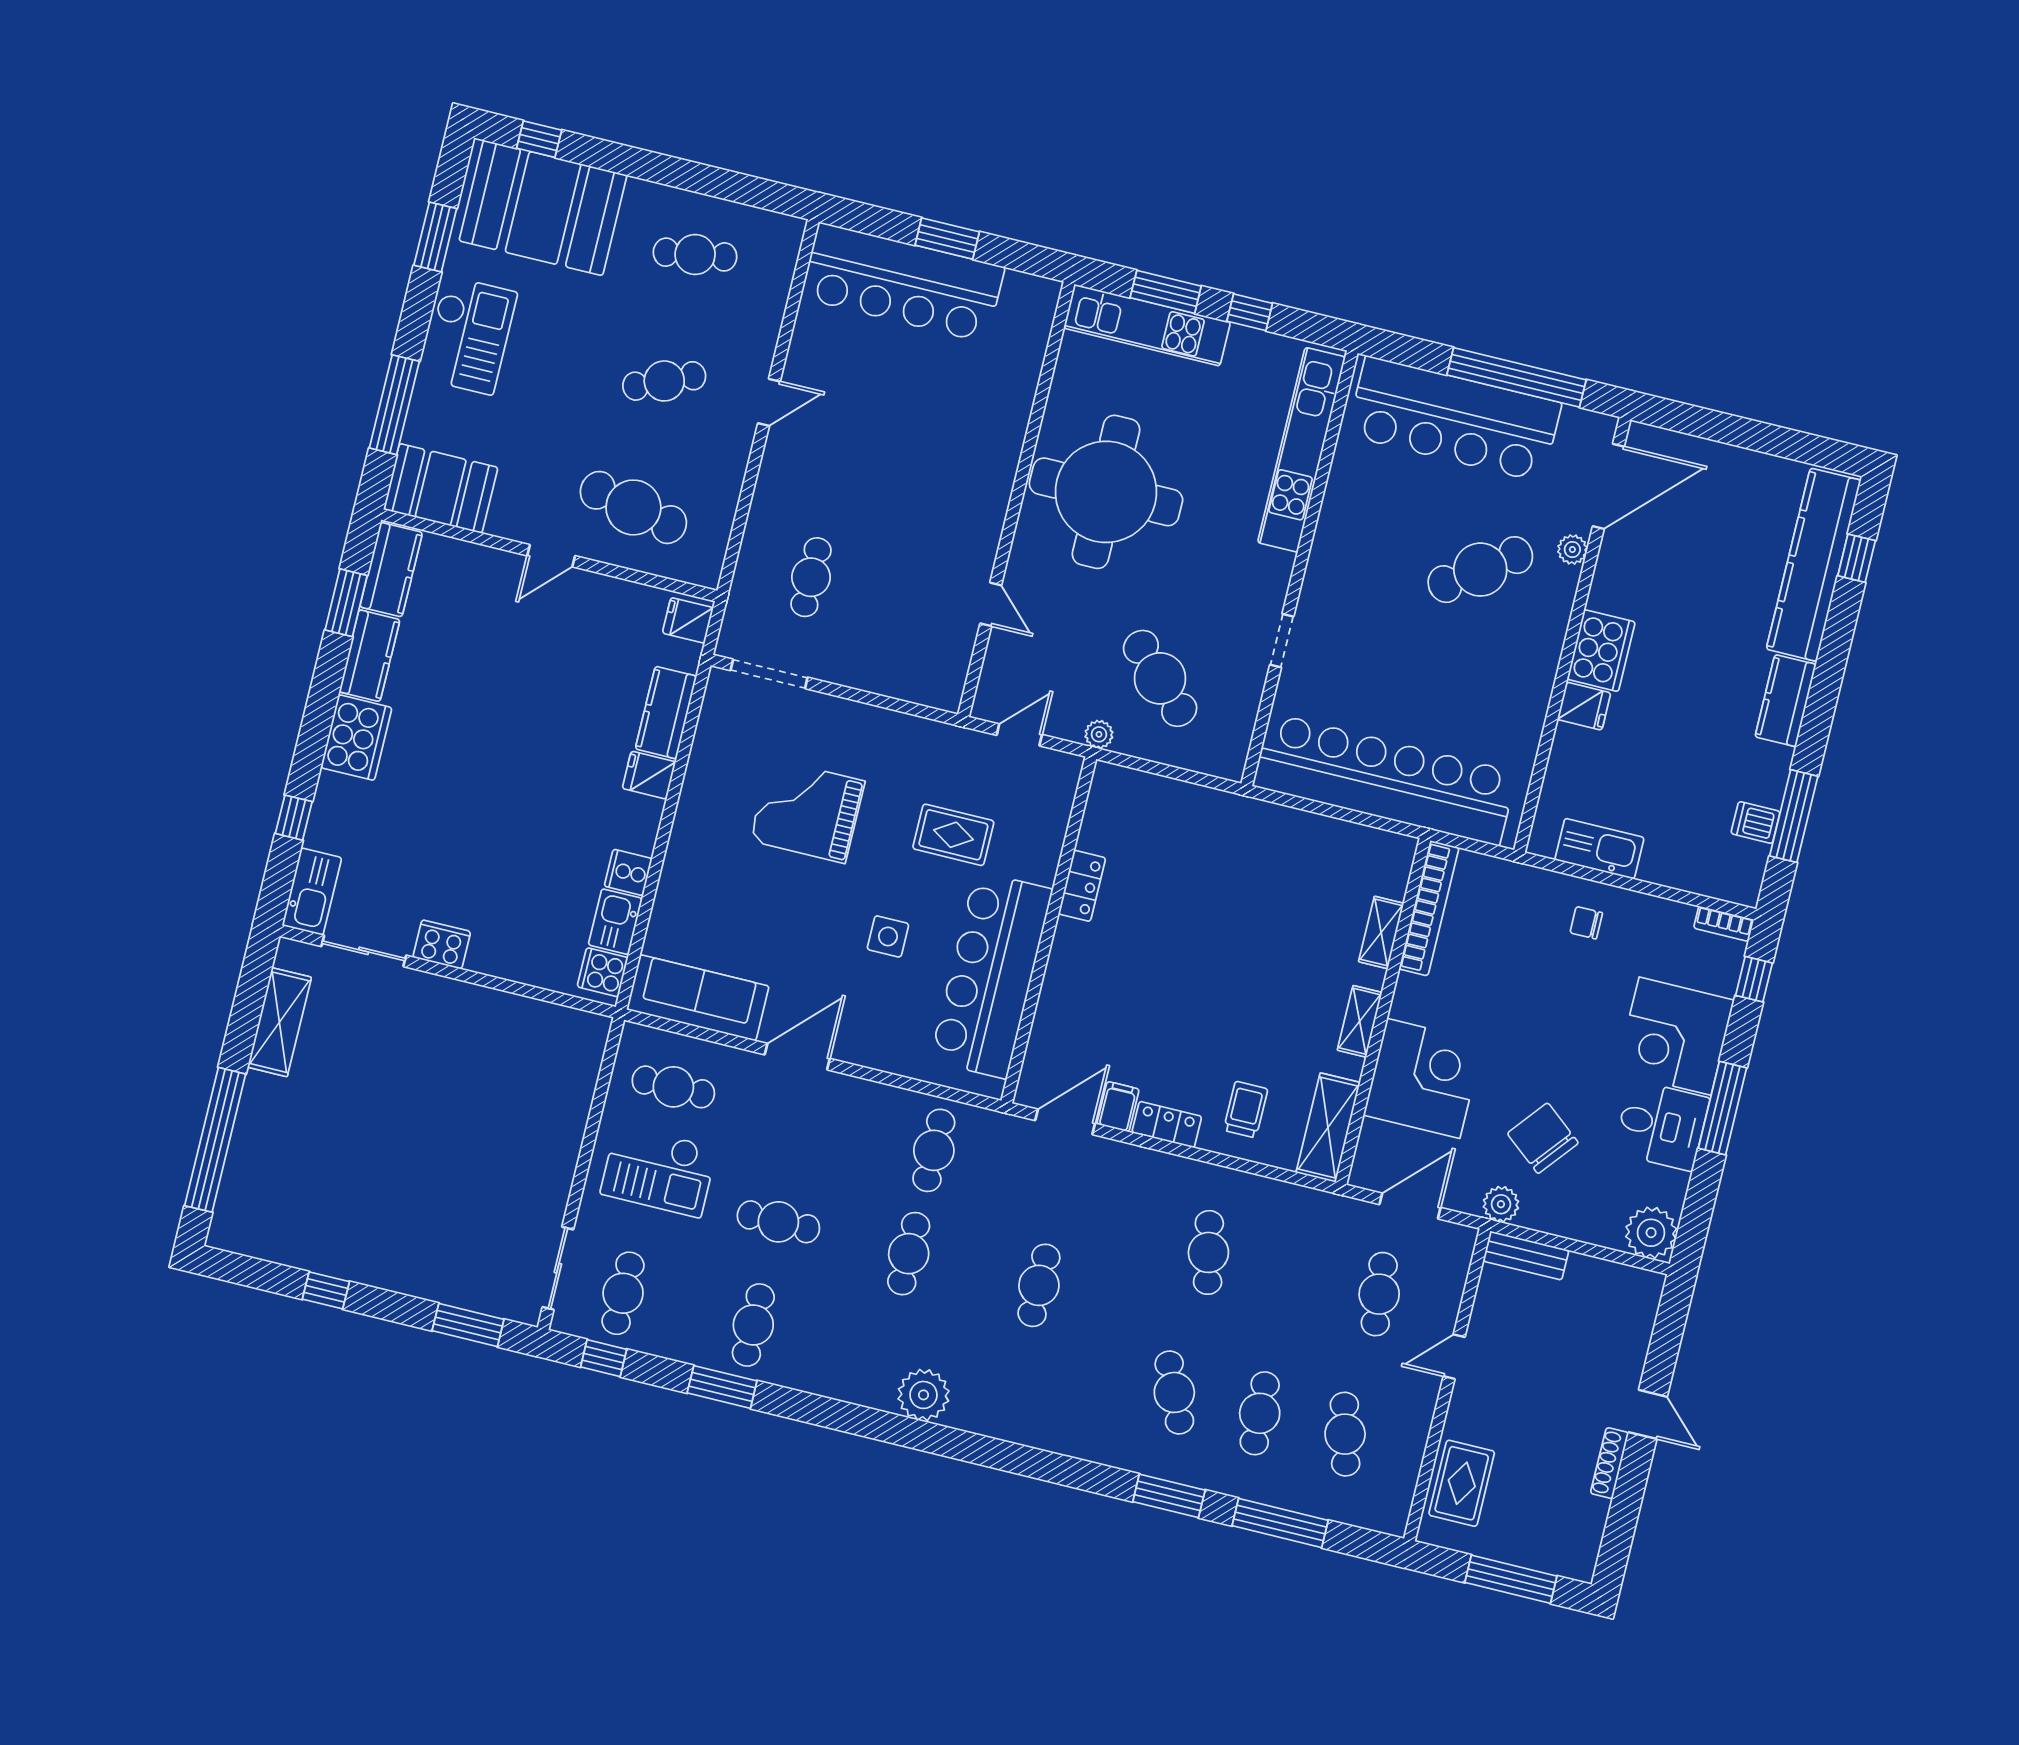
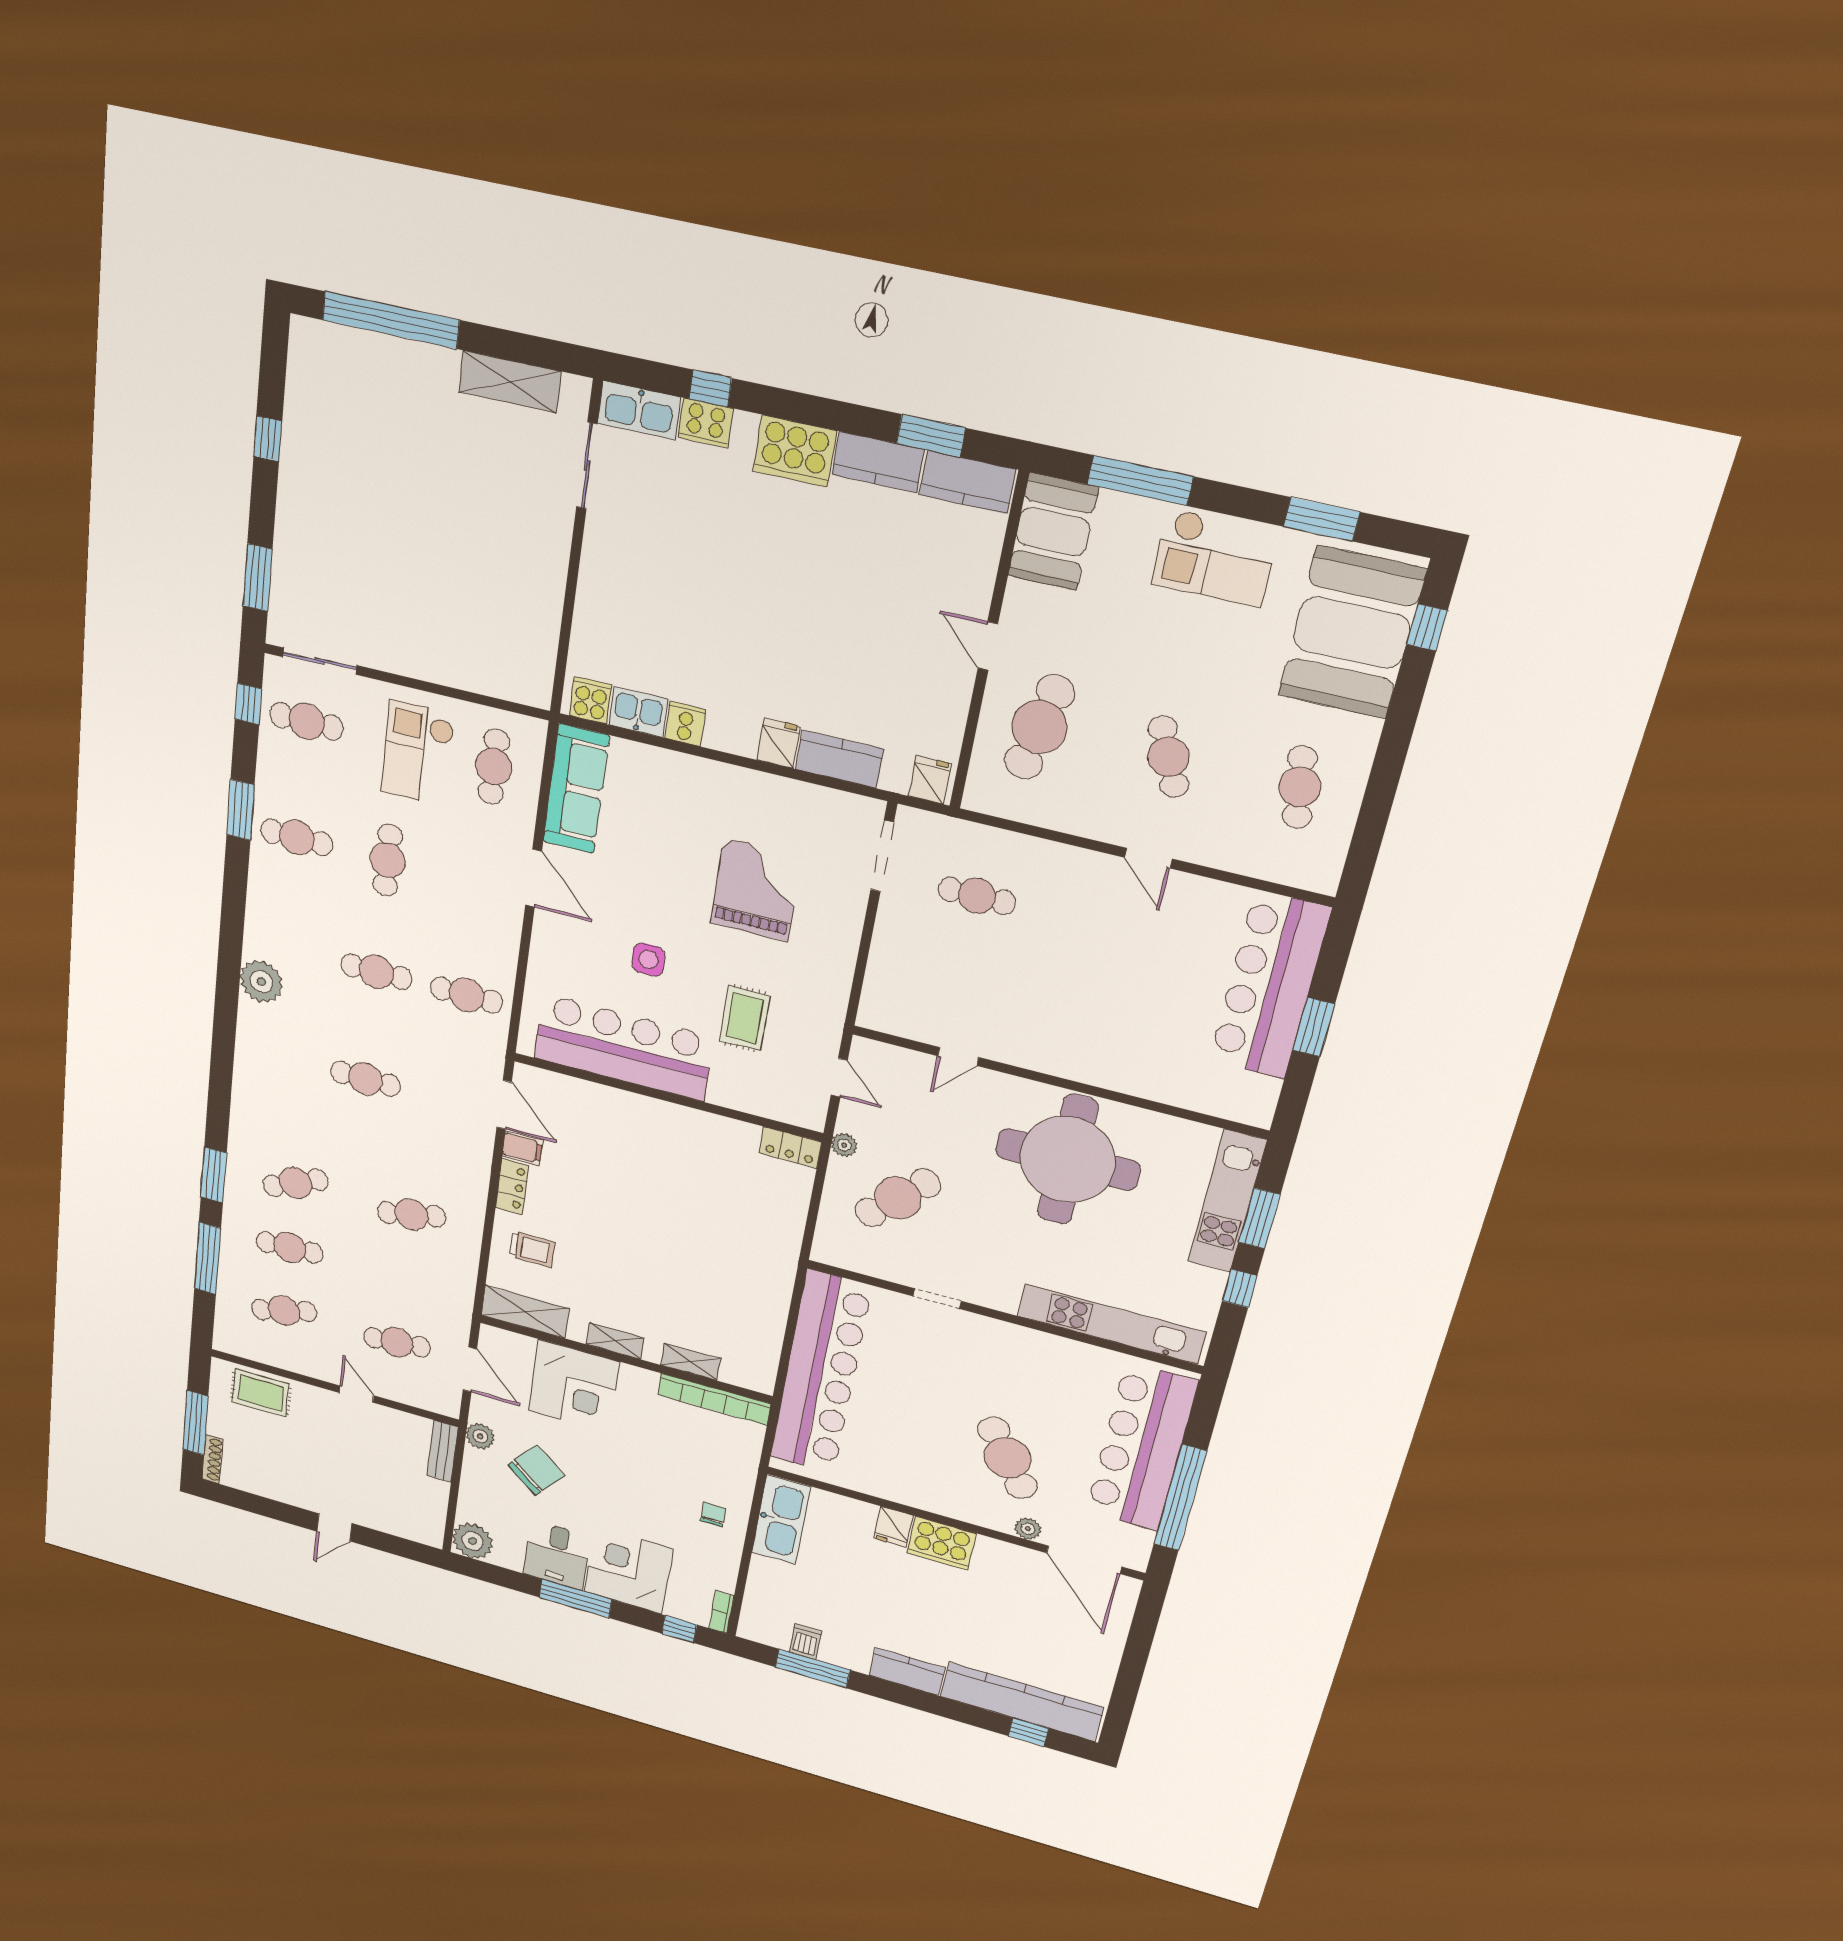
kitchen sink: (1599, 849) -> (781, 1520), width x1.36, depth x1.24
locker: (1082, 886) -> (790, 1147), moved
cooker: (442, 944) -> (706, 423), moved, turned 90
shoe rack: (1610, 1463) -> (212, 1459), moved, turned 90

